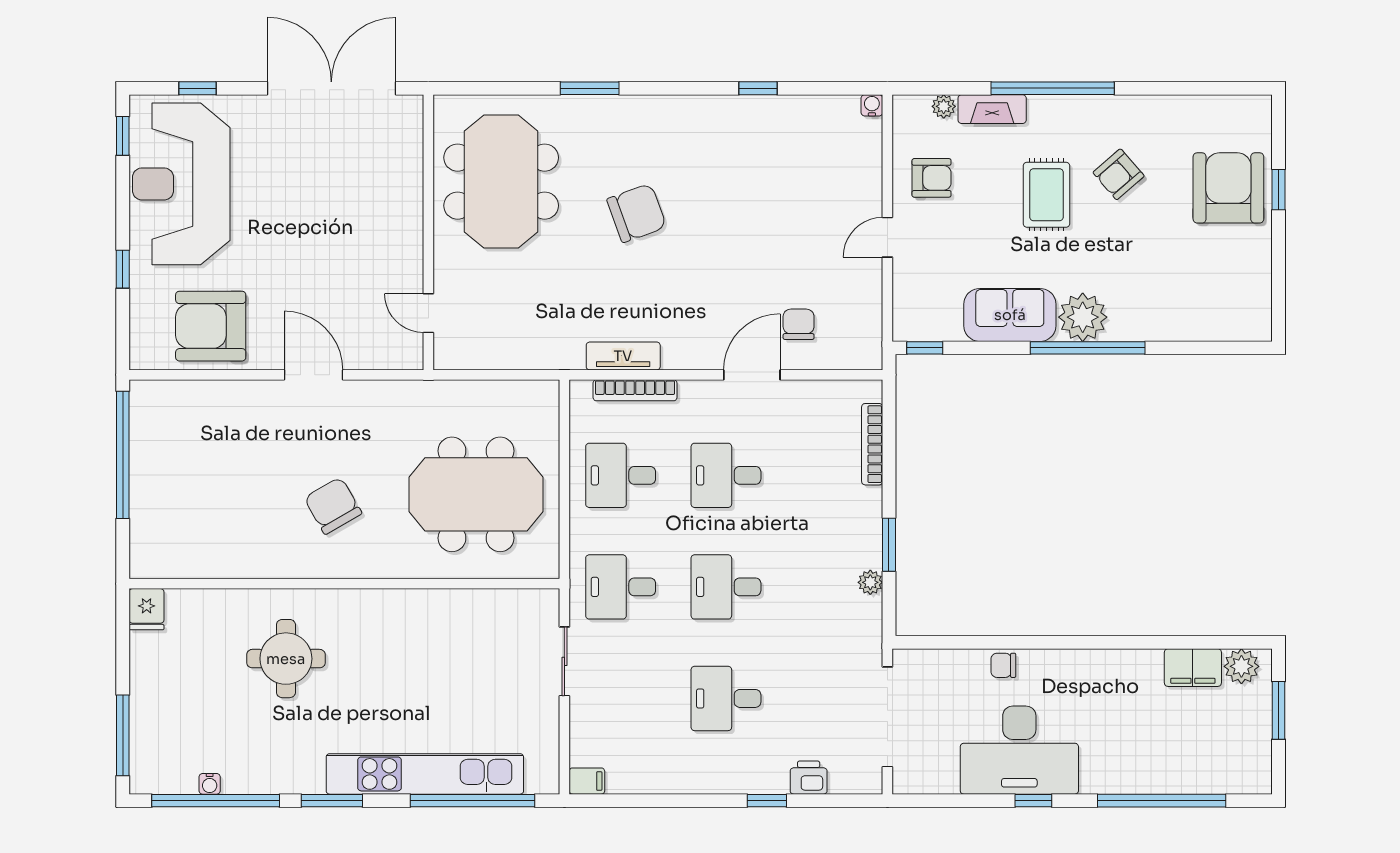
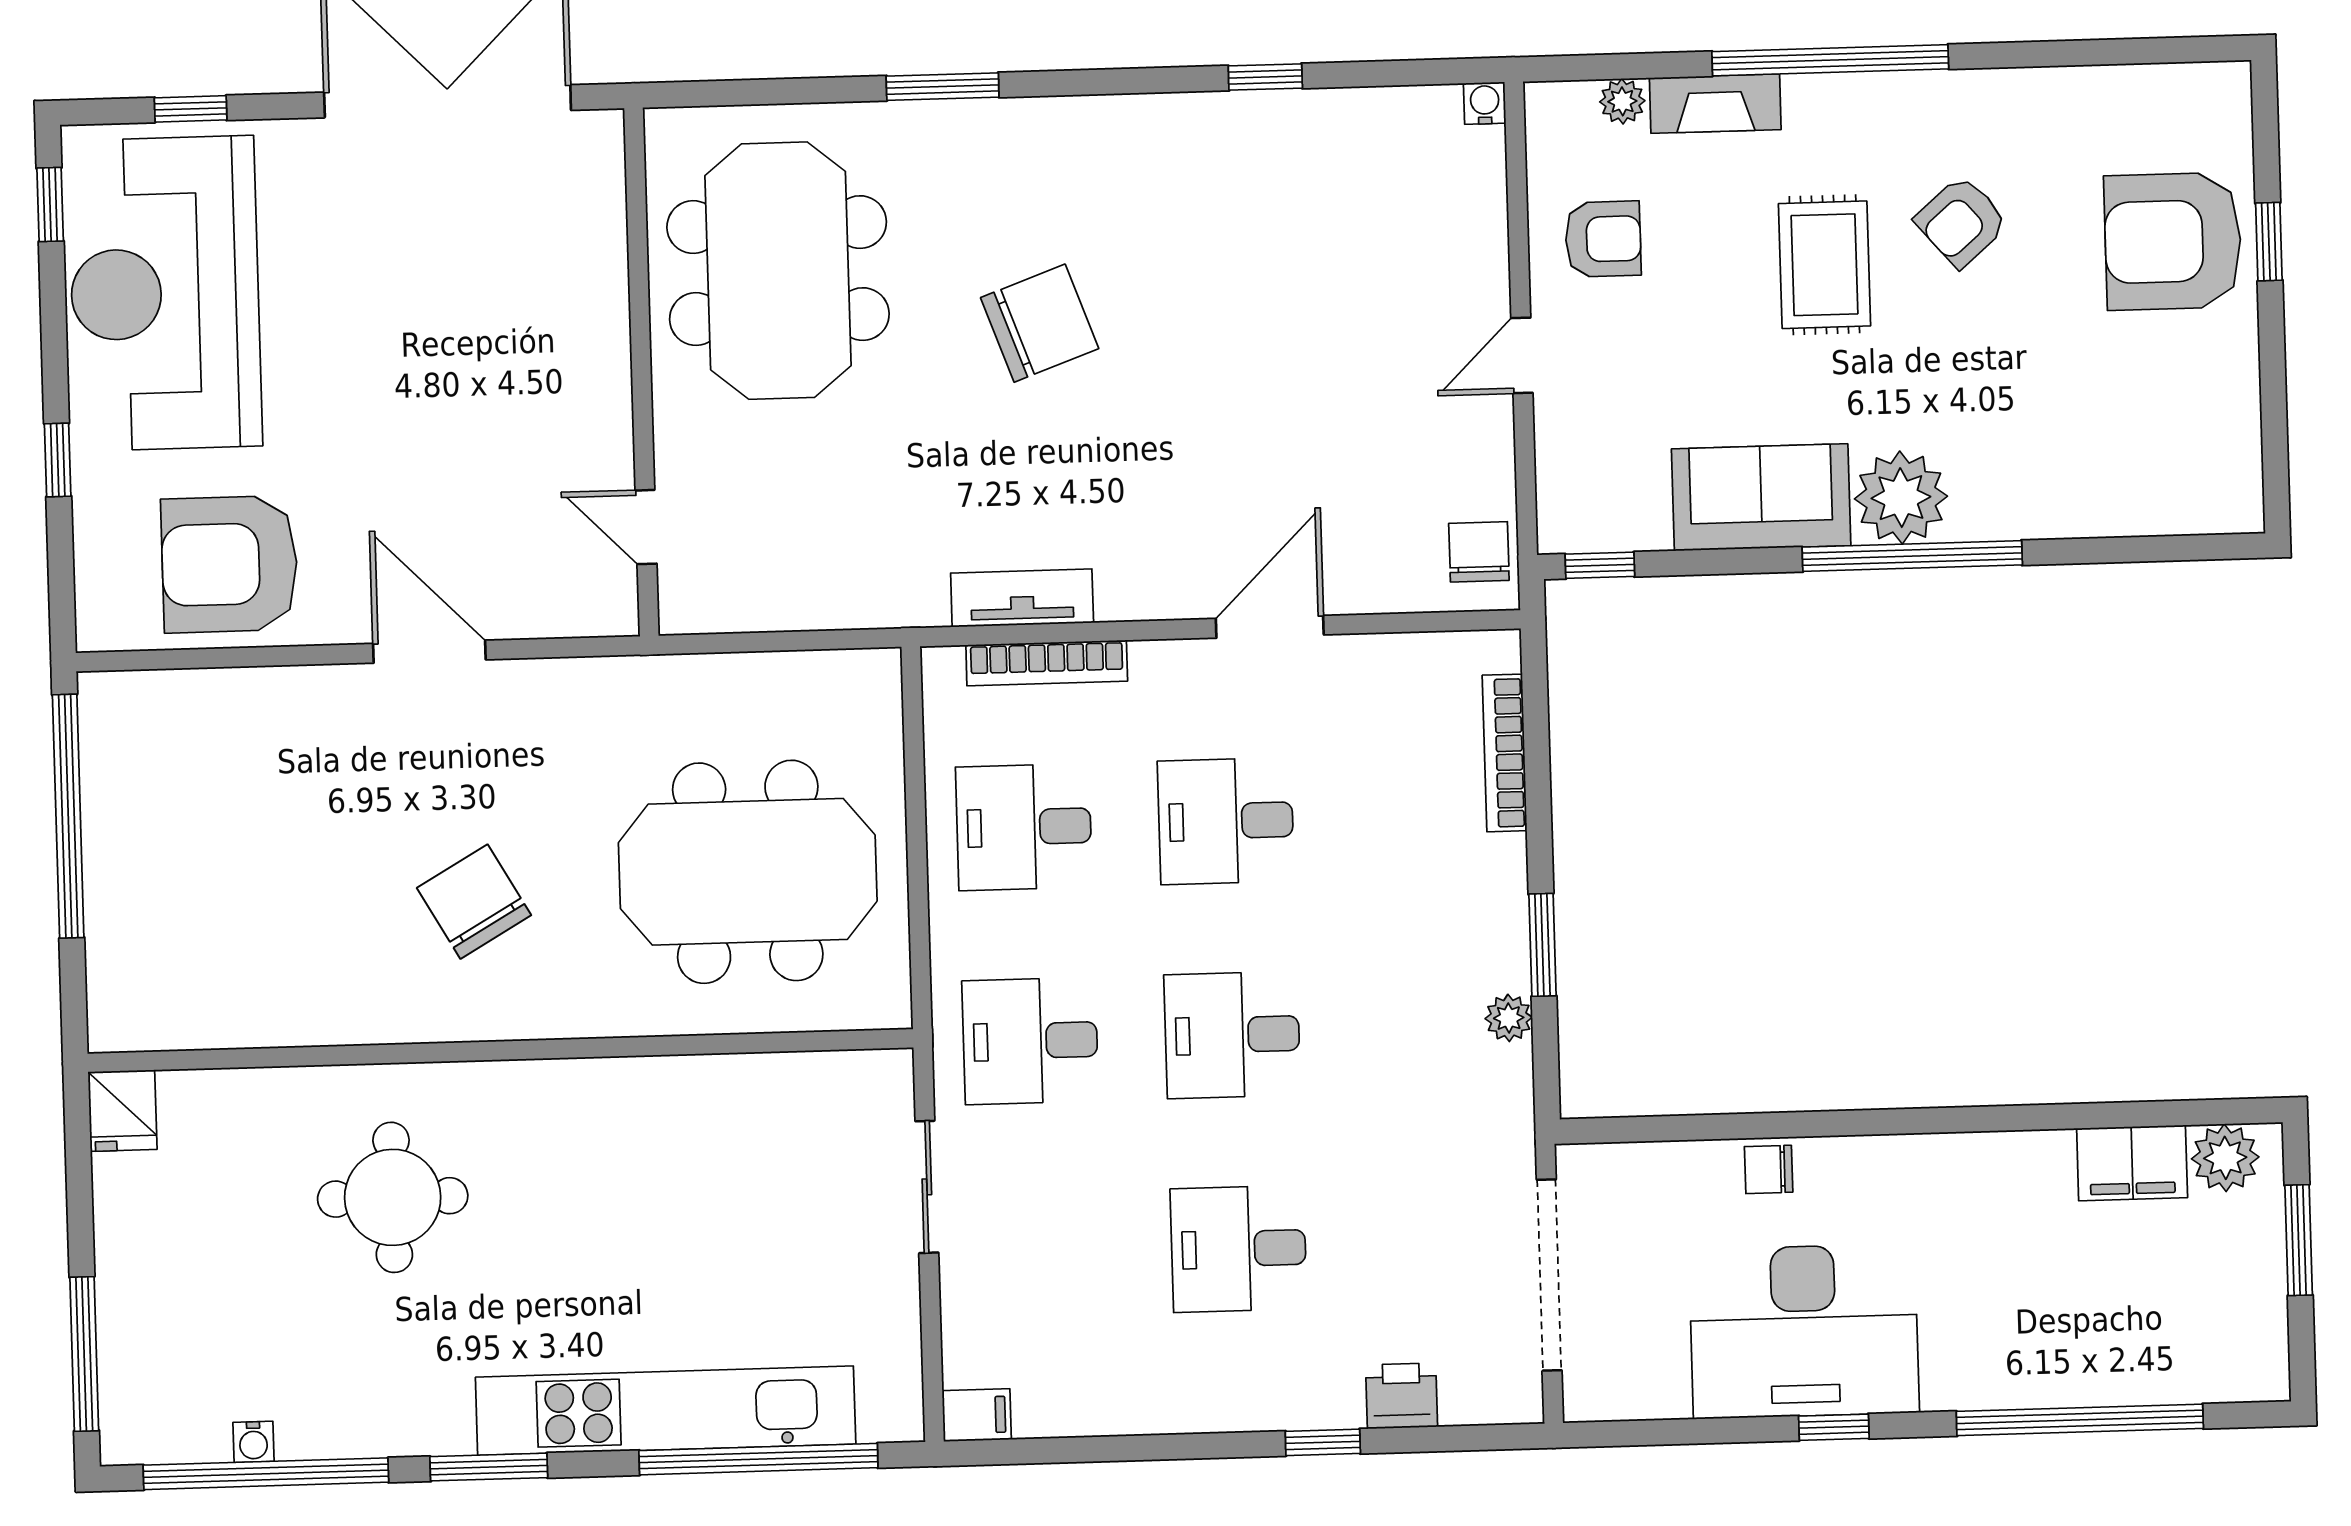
armchair: (1228, 188) -> (2173, 241), turned -90
chair: (799, 324) -> (1479, 552), moved

